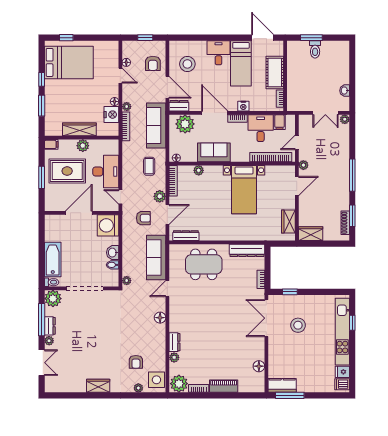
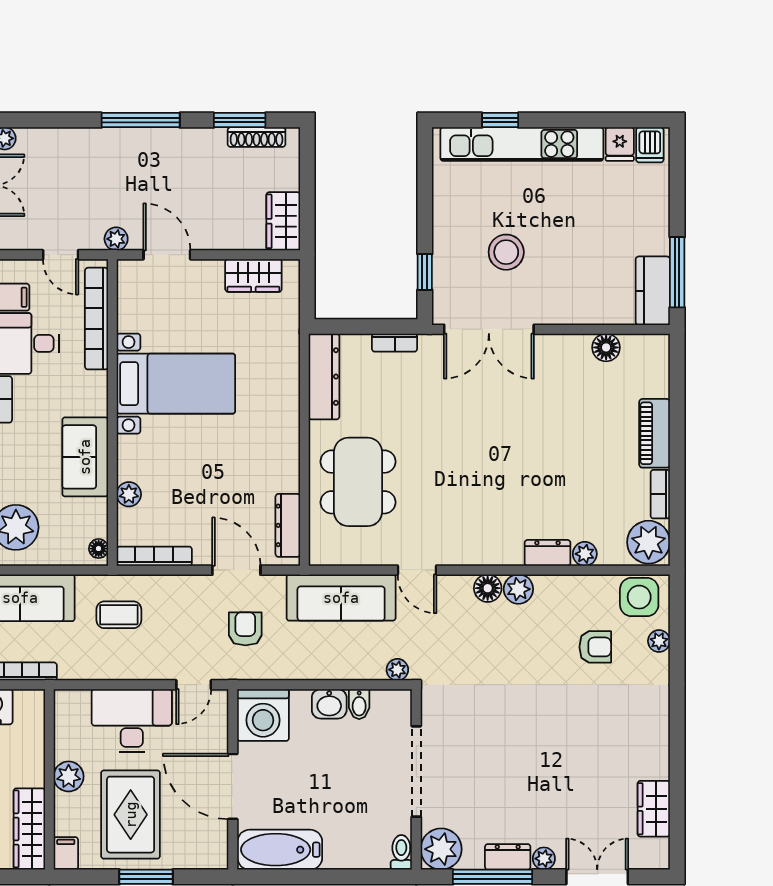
wardrobe: (79, 129) -> (29, 829), moved
plant: (160, 196) -> (518, 589), moved
bathtub: (53, 259) -> (280, 850), moved
wardrobe: (98, 386) -> (654, 809), moved

